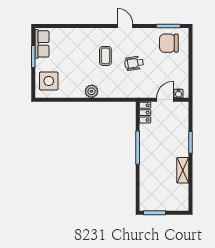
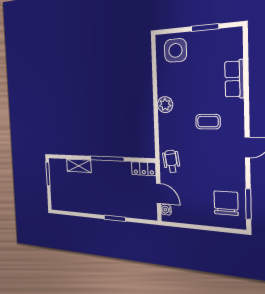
row of seats: (42, 44) -> (234, 79), moved, turned 90
wheelchair: (134, 63) -> (171, 161), moved
shelving: (183, 170) -> (79, 166), moved

